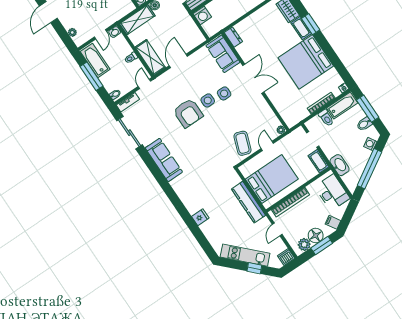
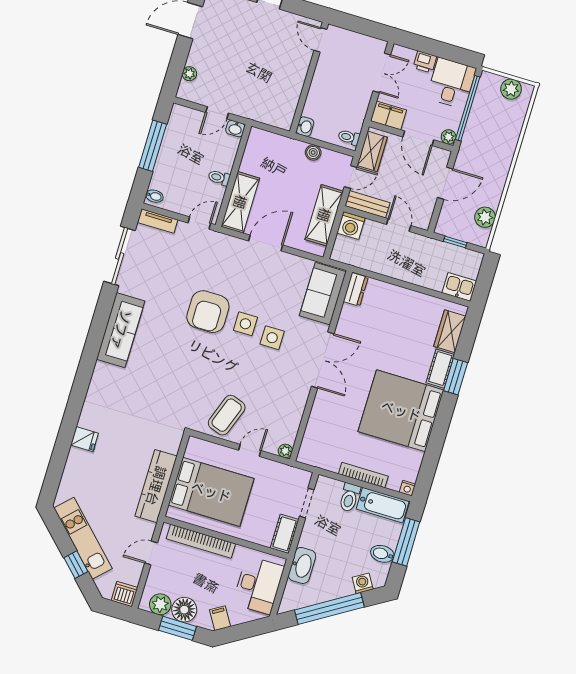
shelving: (137, 20) -> (324, 215), moved, turned 90
bathtub: (95, 60) -> (177, 134), removed

